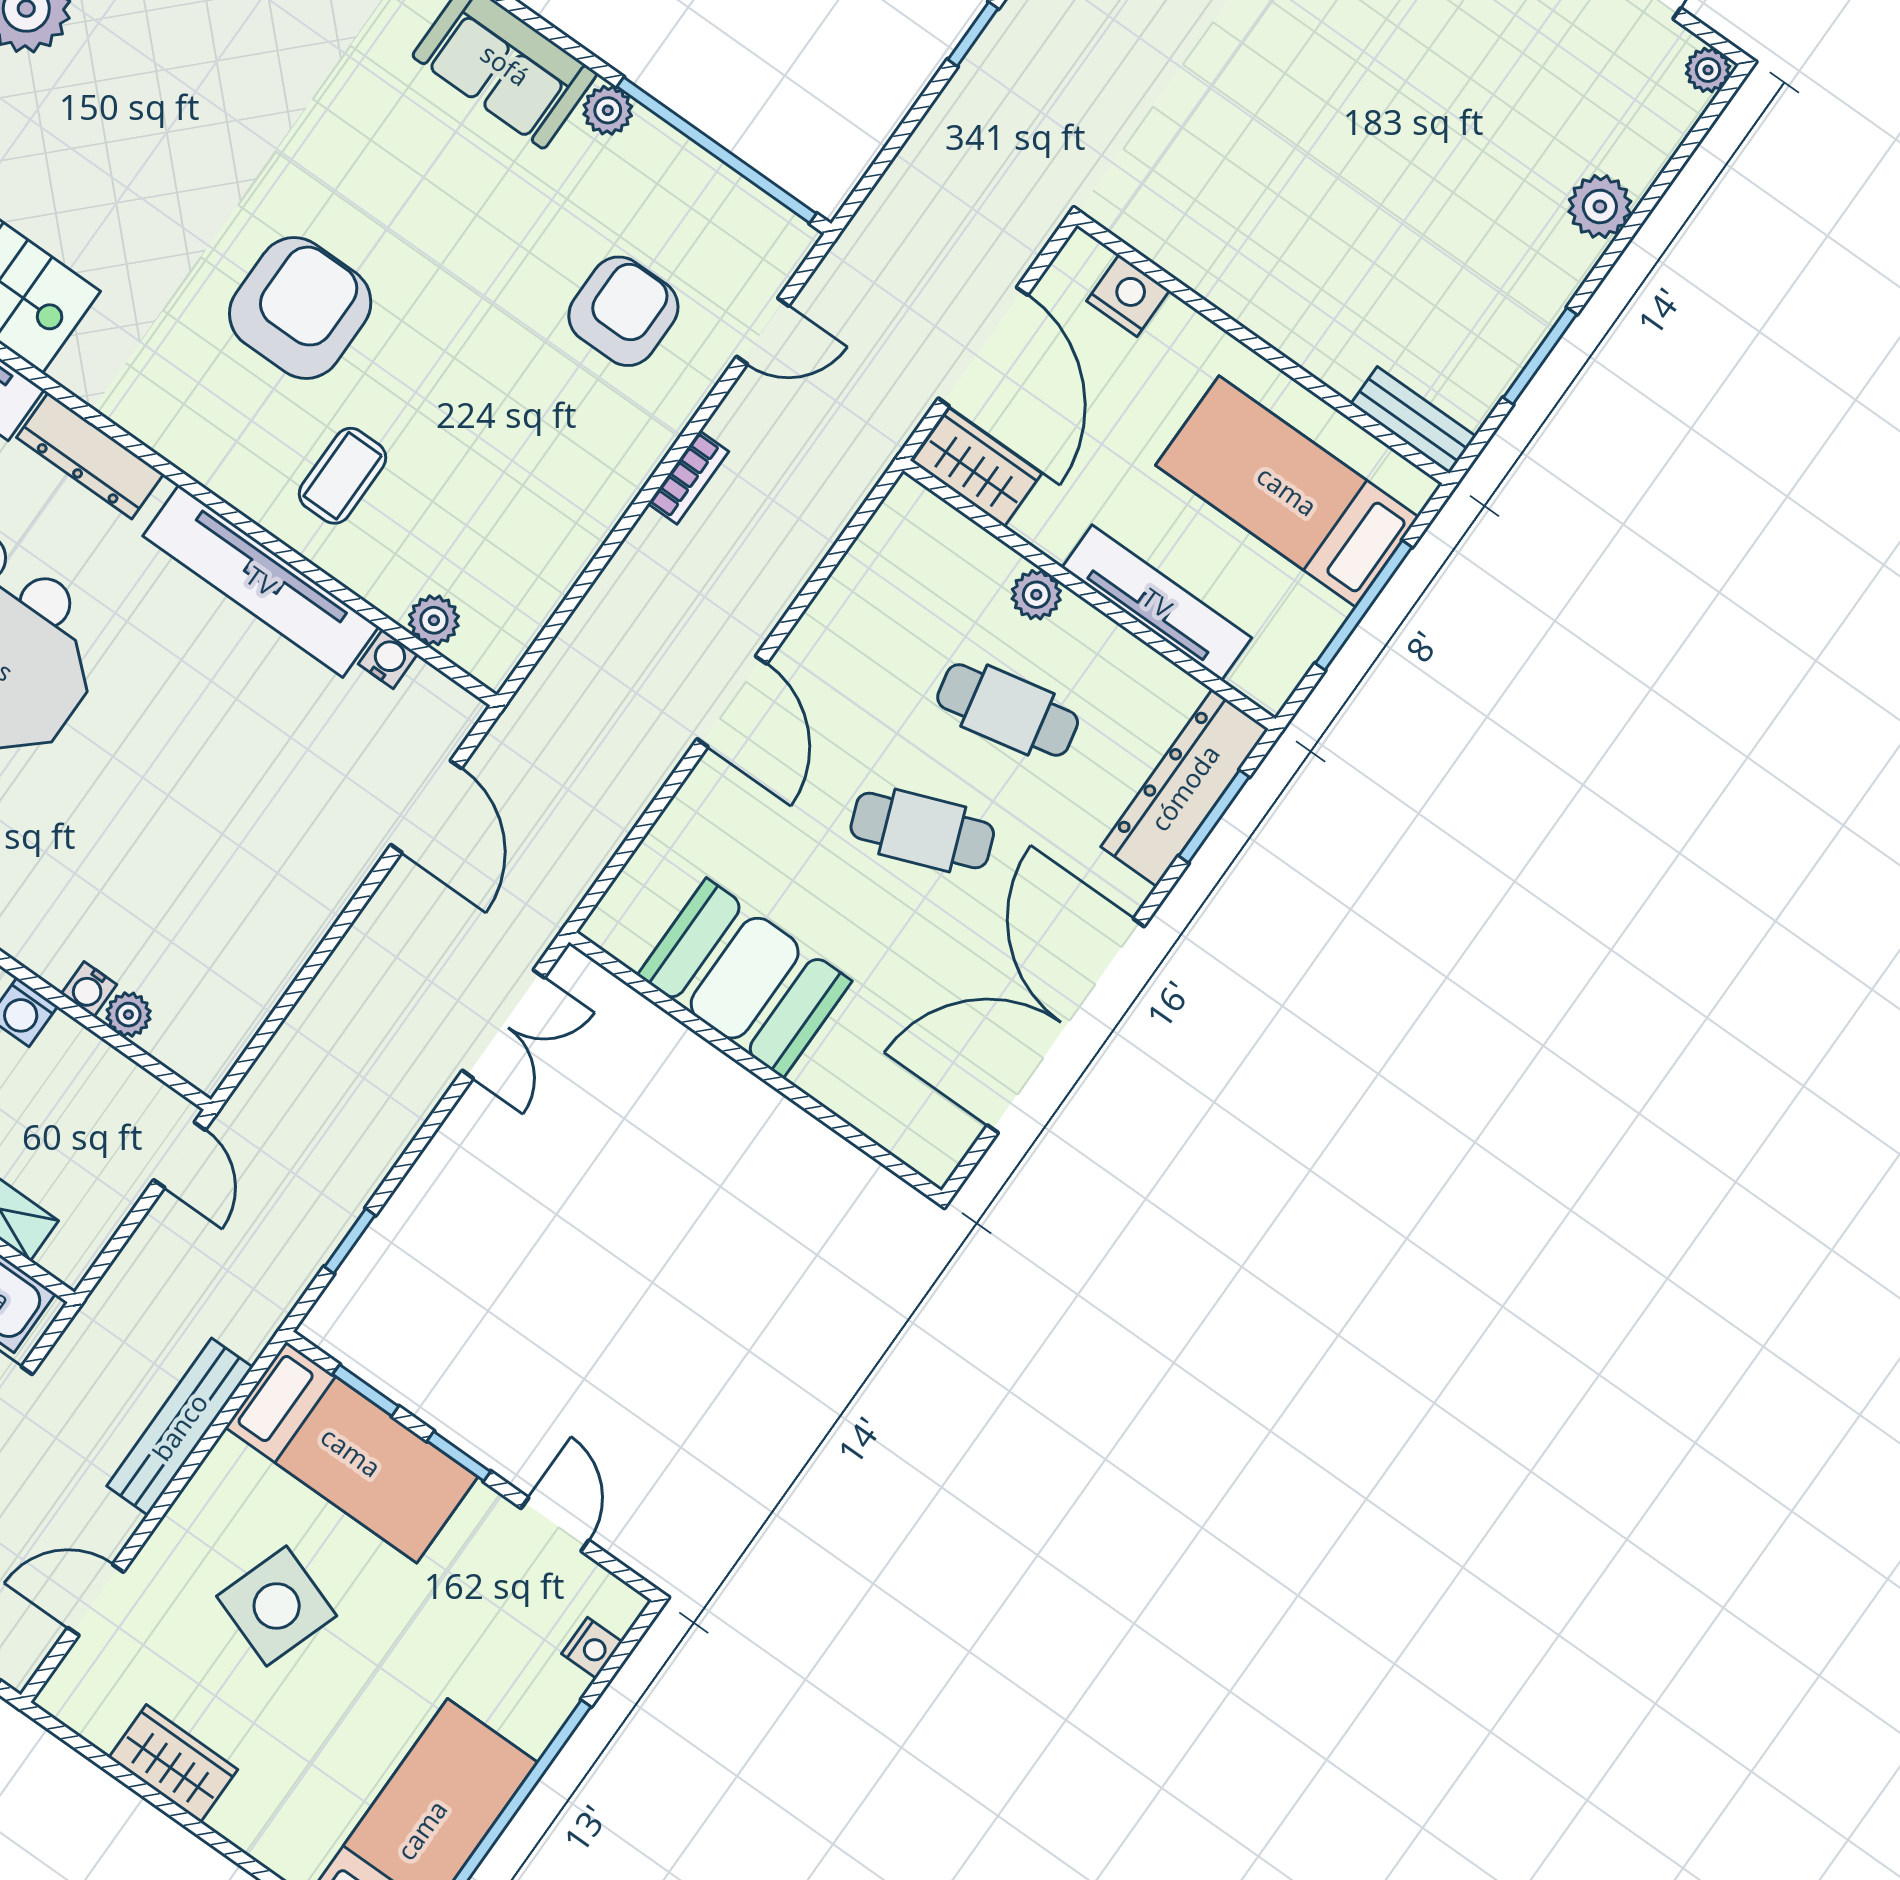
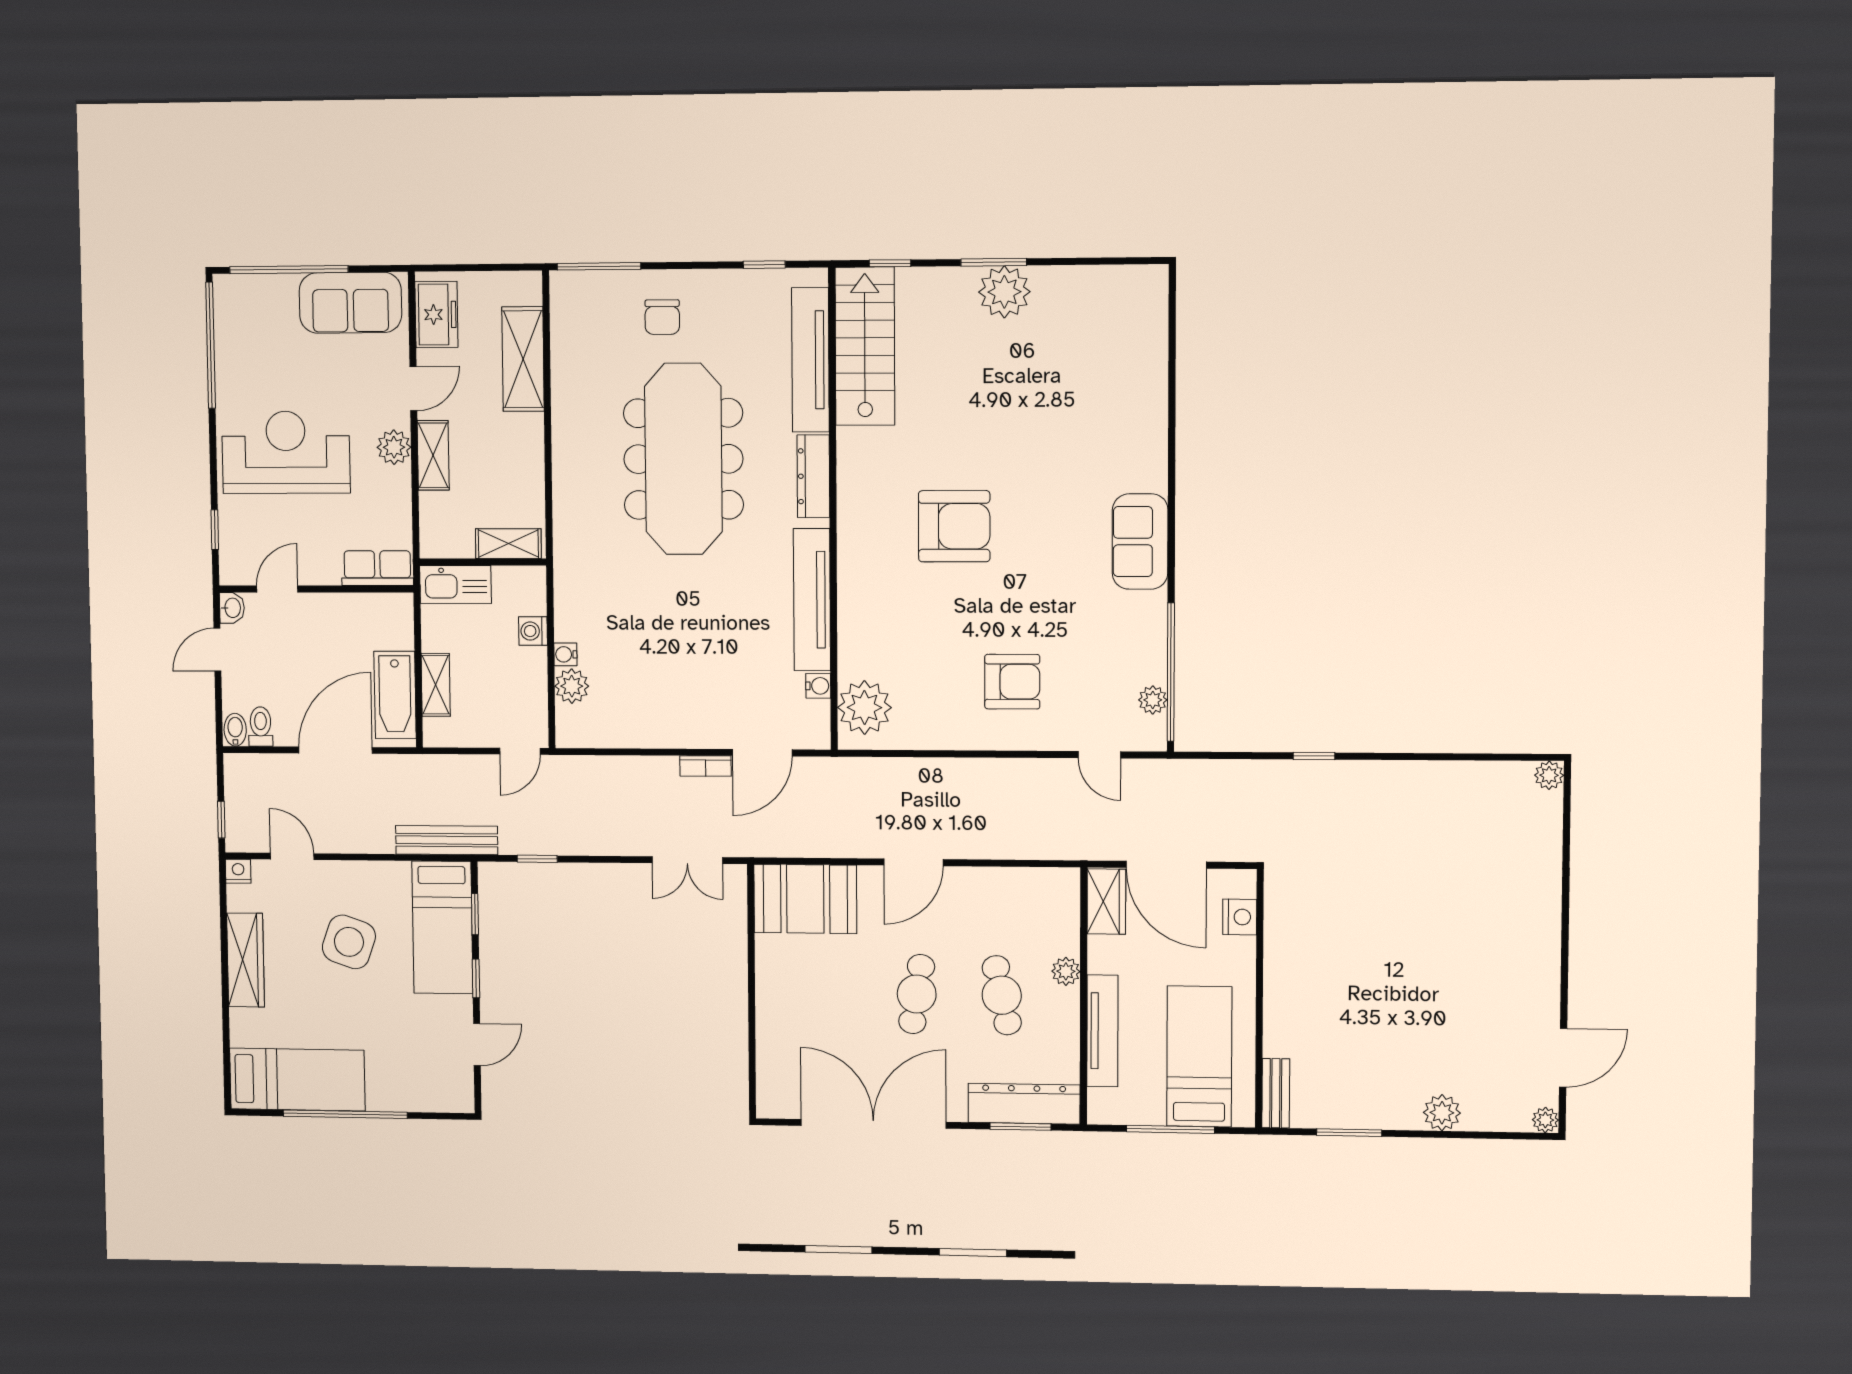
plant: (608, 110) -> (1153, 700), moved
armchair: (623, 311) -> (1012, 682), moved
door: (983, 347) -> (1166, 865), hinge flipped
coffee table: (343, 476) -> (889, 603), removed
bookcase: (688, 478) -> (706, 766), moved
plant: (434, 620) -> (865, 707), width x1.88, depth x1.88
cafe table: (922, 830) -> (917, 994), turned 30
booth: (745, 978) -> (805, 899), moved, turned 90
plant: (128, 1015) -> (572, 686), width x1.38, depth x1.38
bench: (180, 1427) -> (447, 840), moved
nightstand: (592, 1648) -> (238, 871), moved, turned 180
wardrobe: (173, 1763) -> (246, 960), width x1.50

